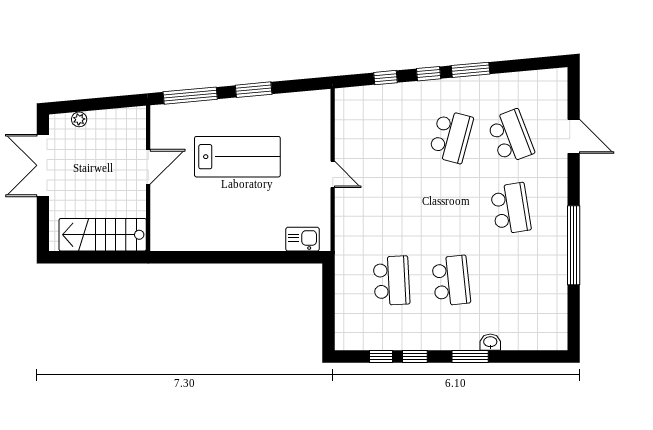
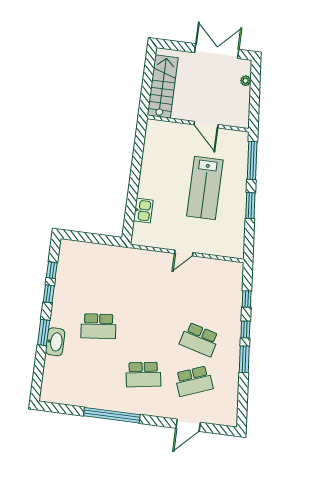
kitchen sink: (303, 239) -> (143, 210), moved
school desk: (392, 281) -> (104, 285), removed
washbasin: (490, 342) -> (55, 342), width x1.91, depth x1.45

